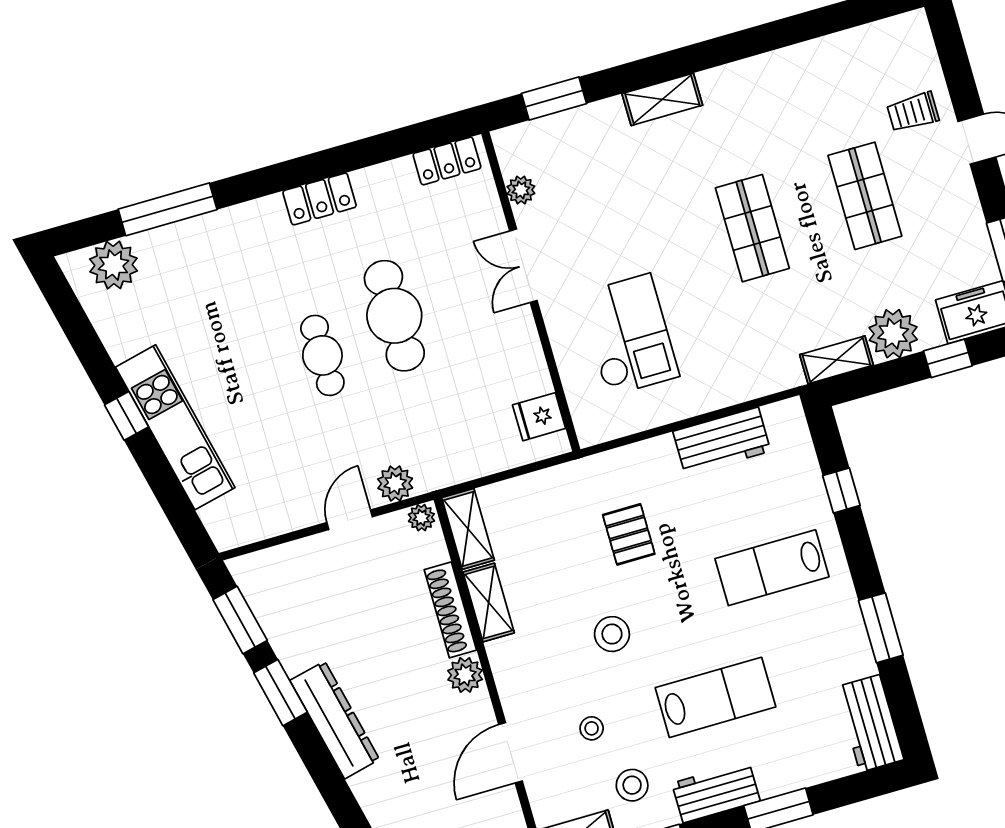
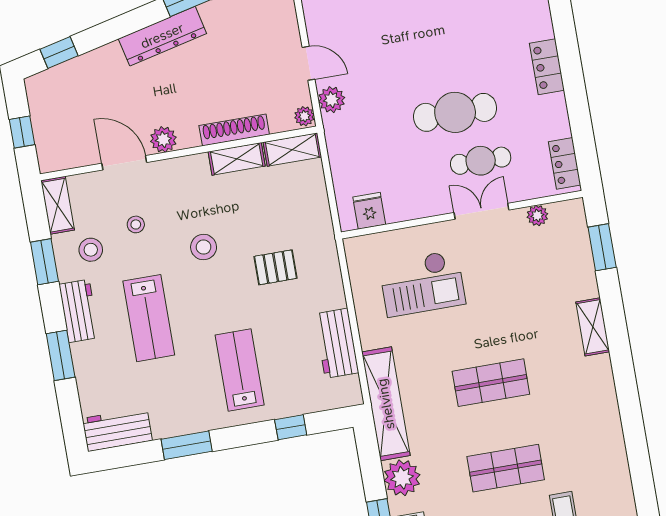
cafe table: (322, 355) -> (481, 161), moved
shelving: (836, 360) -> (386, 404), width x2.20, depth x1.33
plant: (465, 675) -> (163, 139), moved

